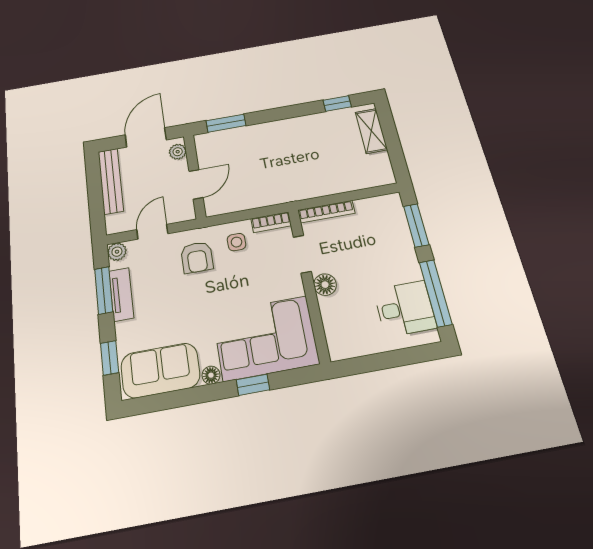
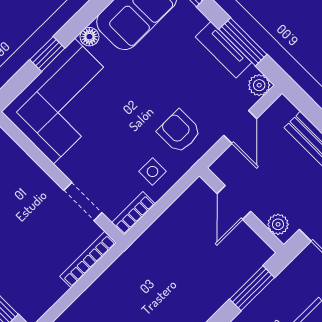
floor lamp: (325, 285) -> (43, 187), removed

